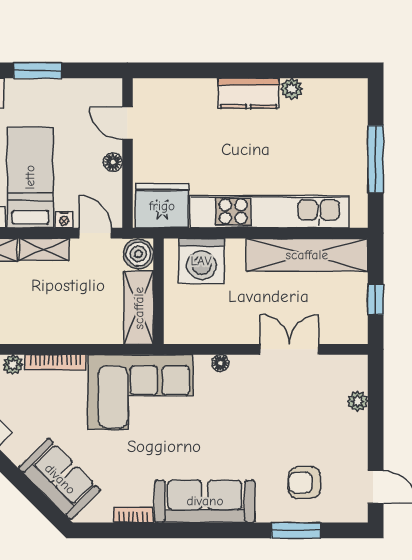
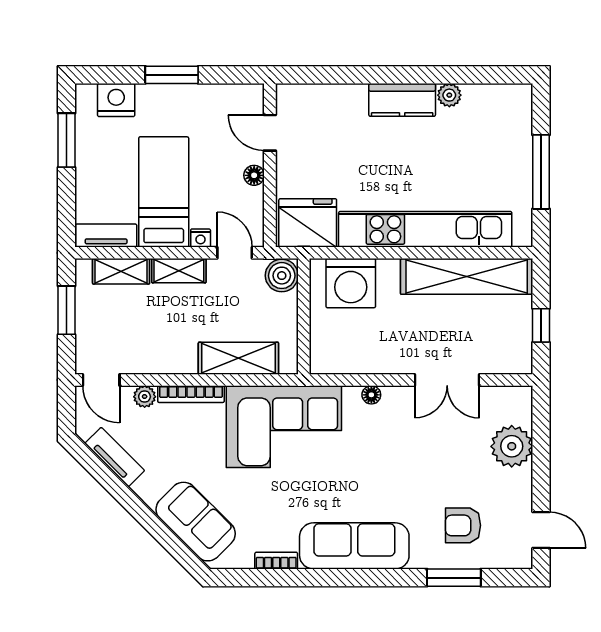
shelving: (139, 308) -> (238, 358), moved, turned 90
double door: (290, 349) -> (447, 380), swing flipped
plant: (358, 401) -> (512, 446), width x1.88, depth x1.88

